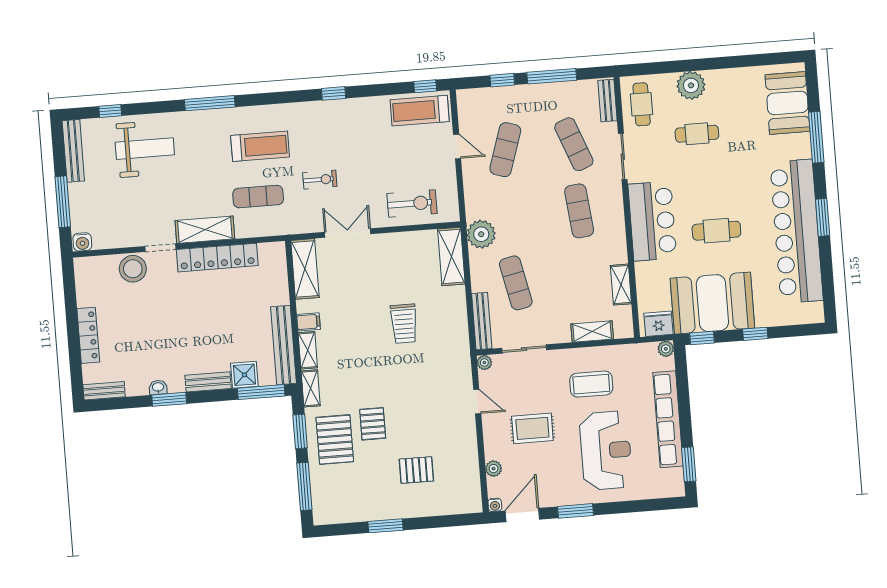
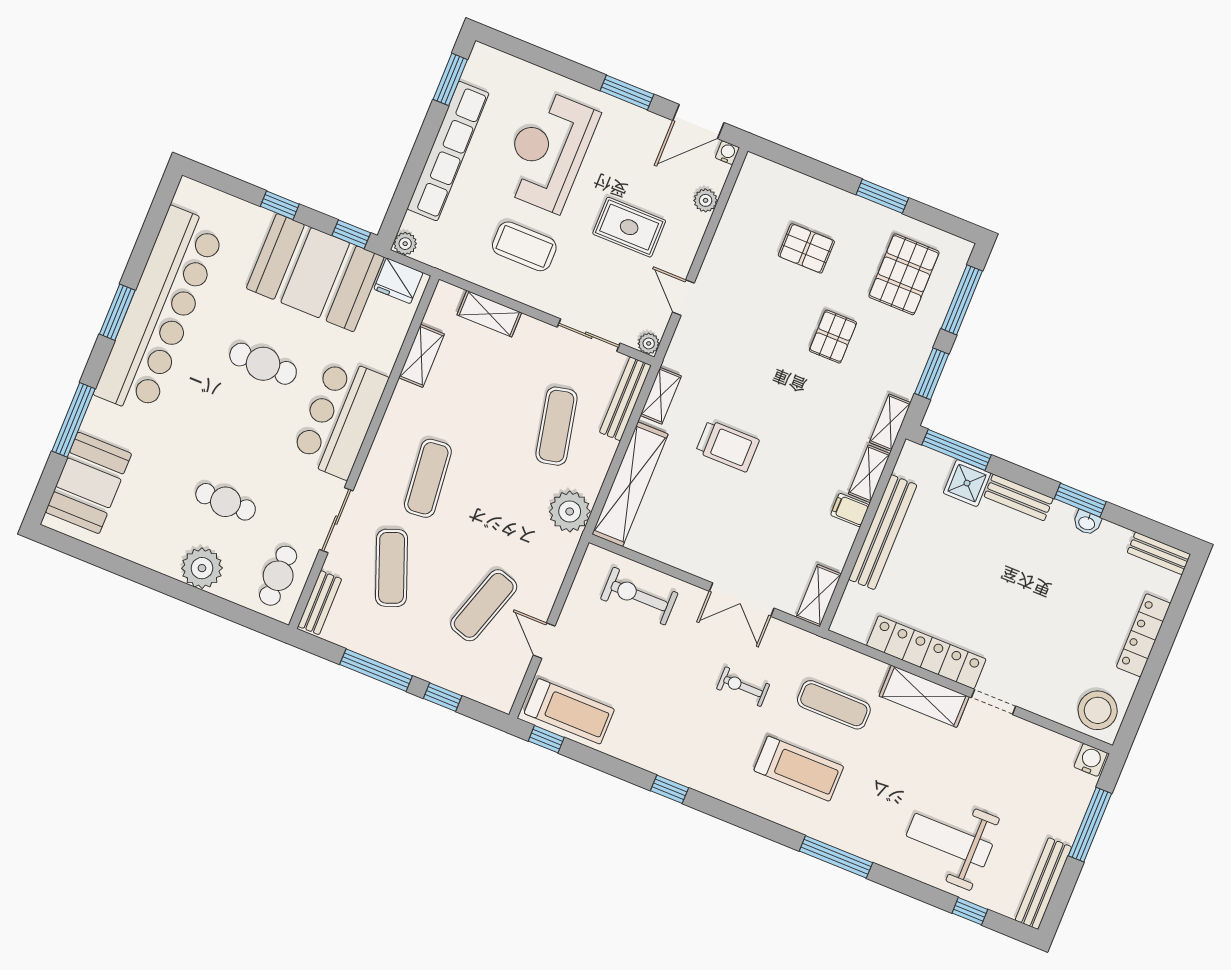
treadmill: (260, 146) -> (799, 769), turned 180
shelving: (451, 256) -> (630, 484), width x1.47
stool: (133, 269) -> (1098, 710), moved
shelving: (305, 269) -> (819, 596), width x0.67, depth x0.75
trolley: (404, 324) -> (728, 446), turned 90
shelving: (461, 334) -> (661, 396), added
bench: (283, 345) -> (883, 532), moved
pallet: (335, 440) -> (904, 274), moved

